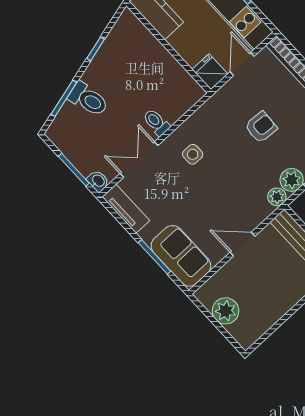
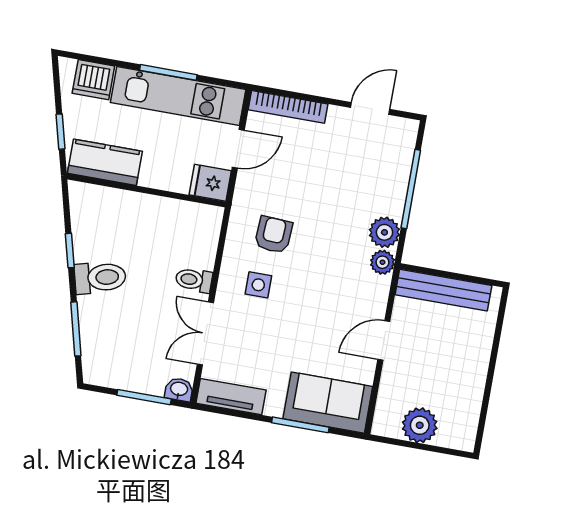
door: (242, 64) -> (238, 149), swing flipped
toilet: (88, 99) -> (100, 278), moved
armchair: (261, 127) -> (273, 235), moved

